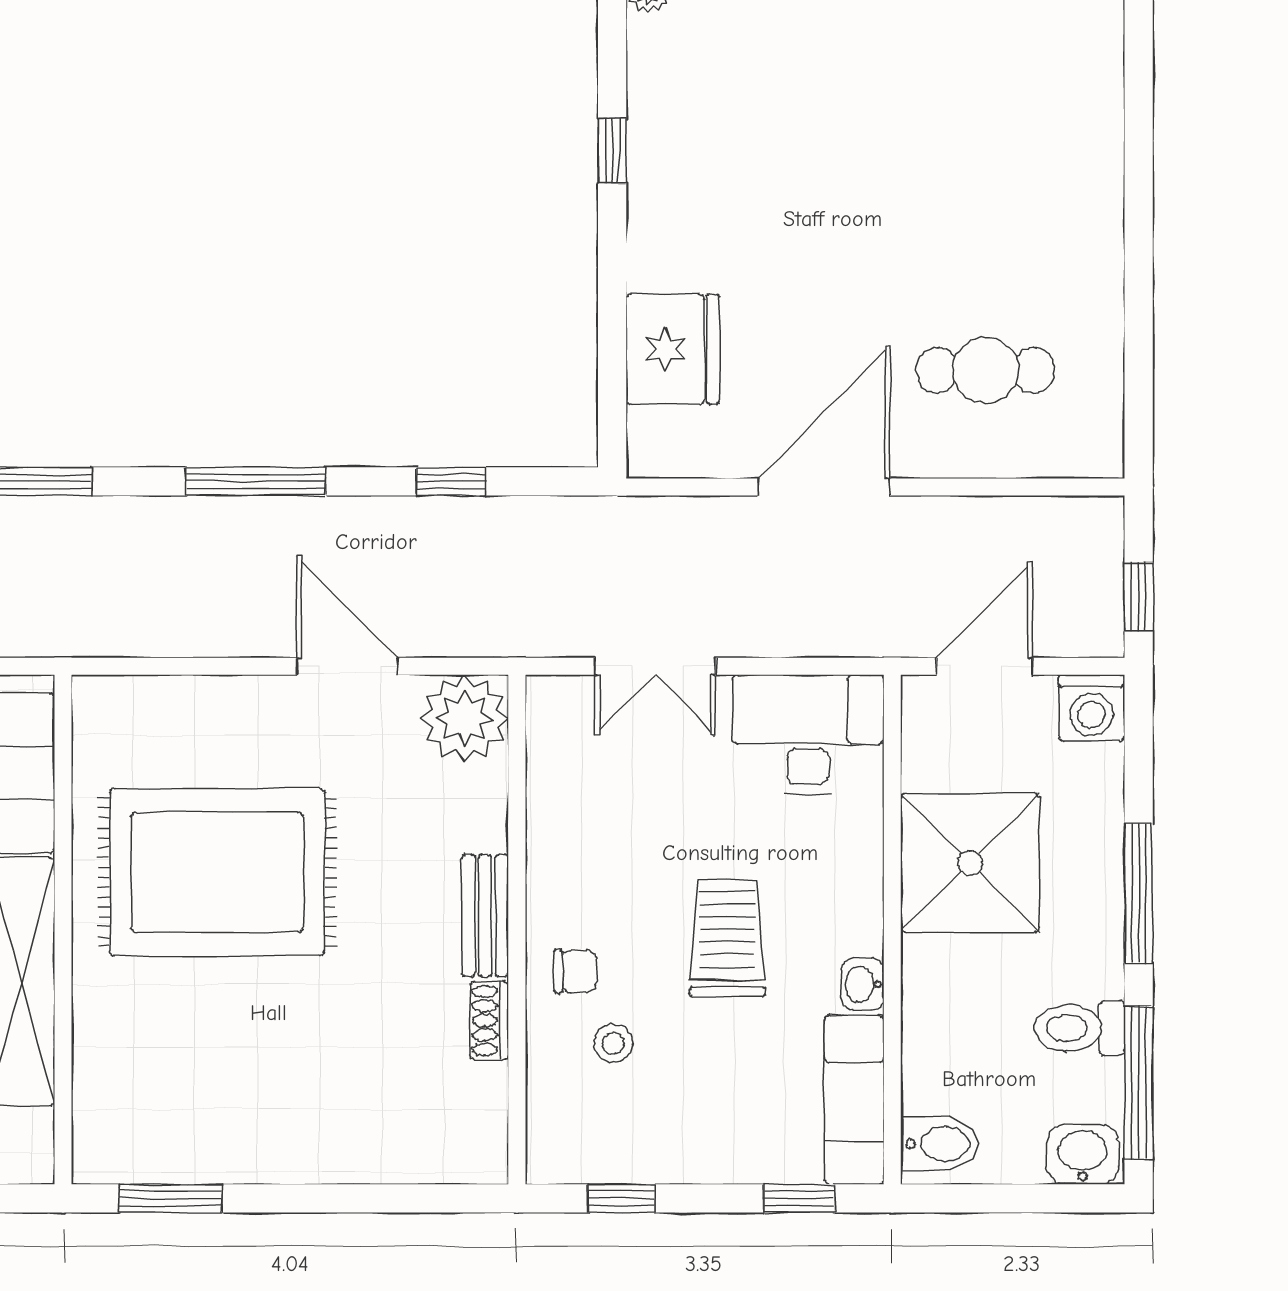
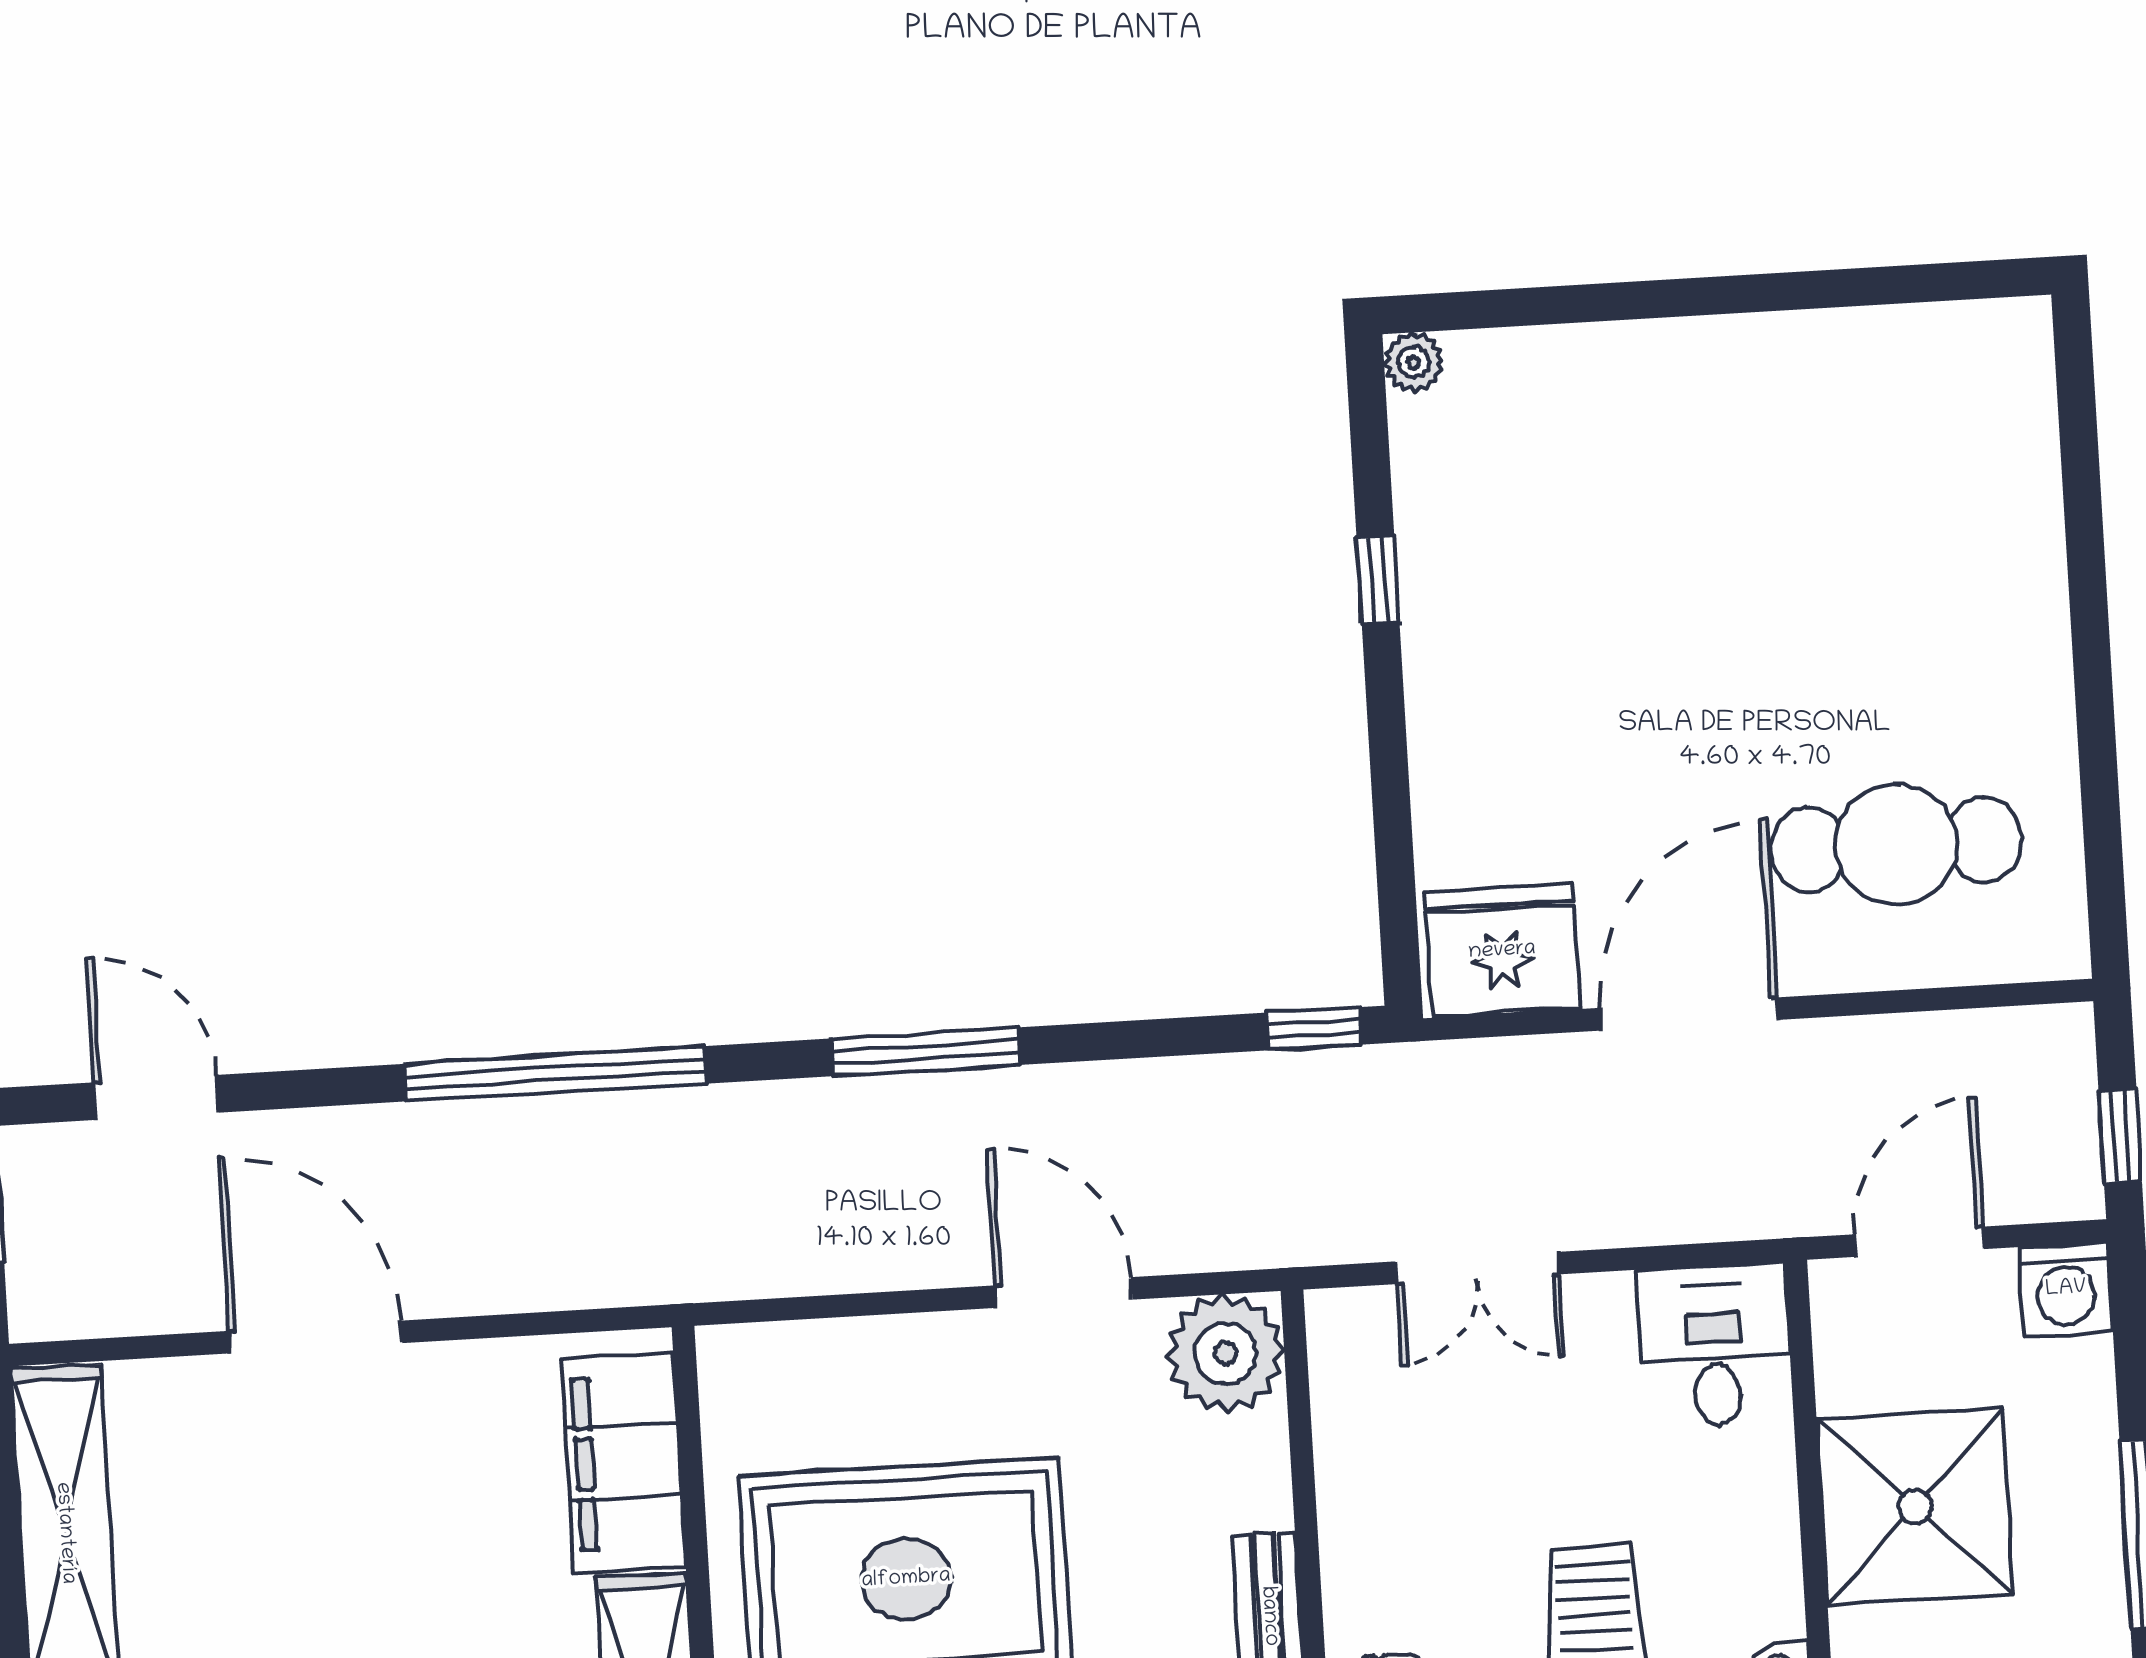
fridge: (673, 349) -> (1502, 951), moved, turned -90
cafe table: (985, 370) -> (1896, 845), width x1.37, depth x1.35
window: (451, 481) -> (1314, 1029), moved
desk: (808, 734) -> (1715, 1345), width x0.73

